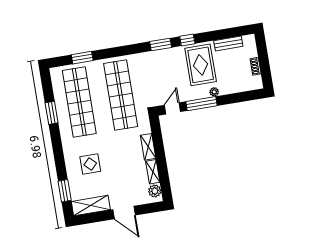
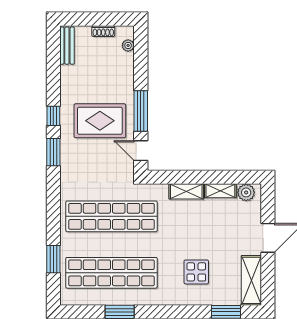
bench: (228, 43) -> (67, 46), moved
rug: (201, 65) -> (100, 121), moved
plant: (214, 92) -> (128, 45), moved

